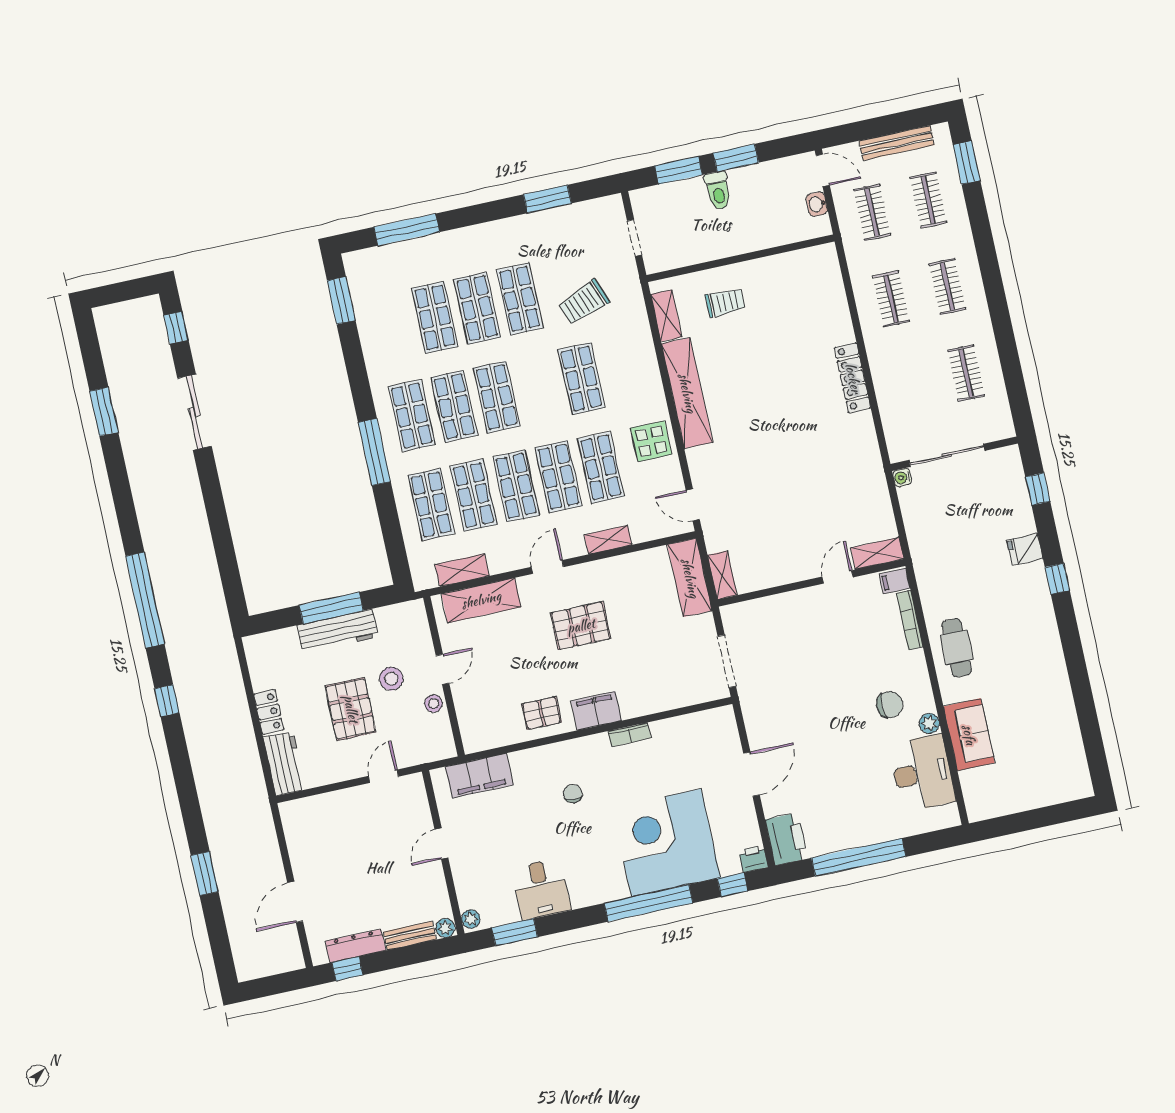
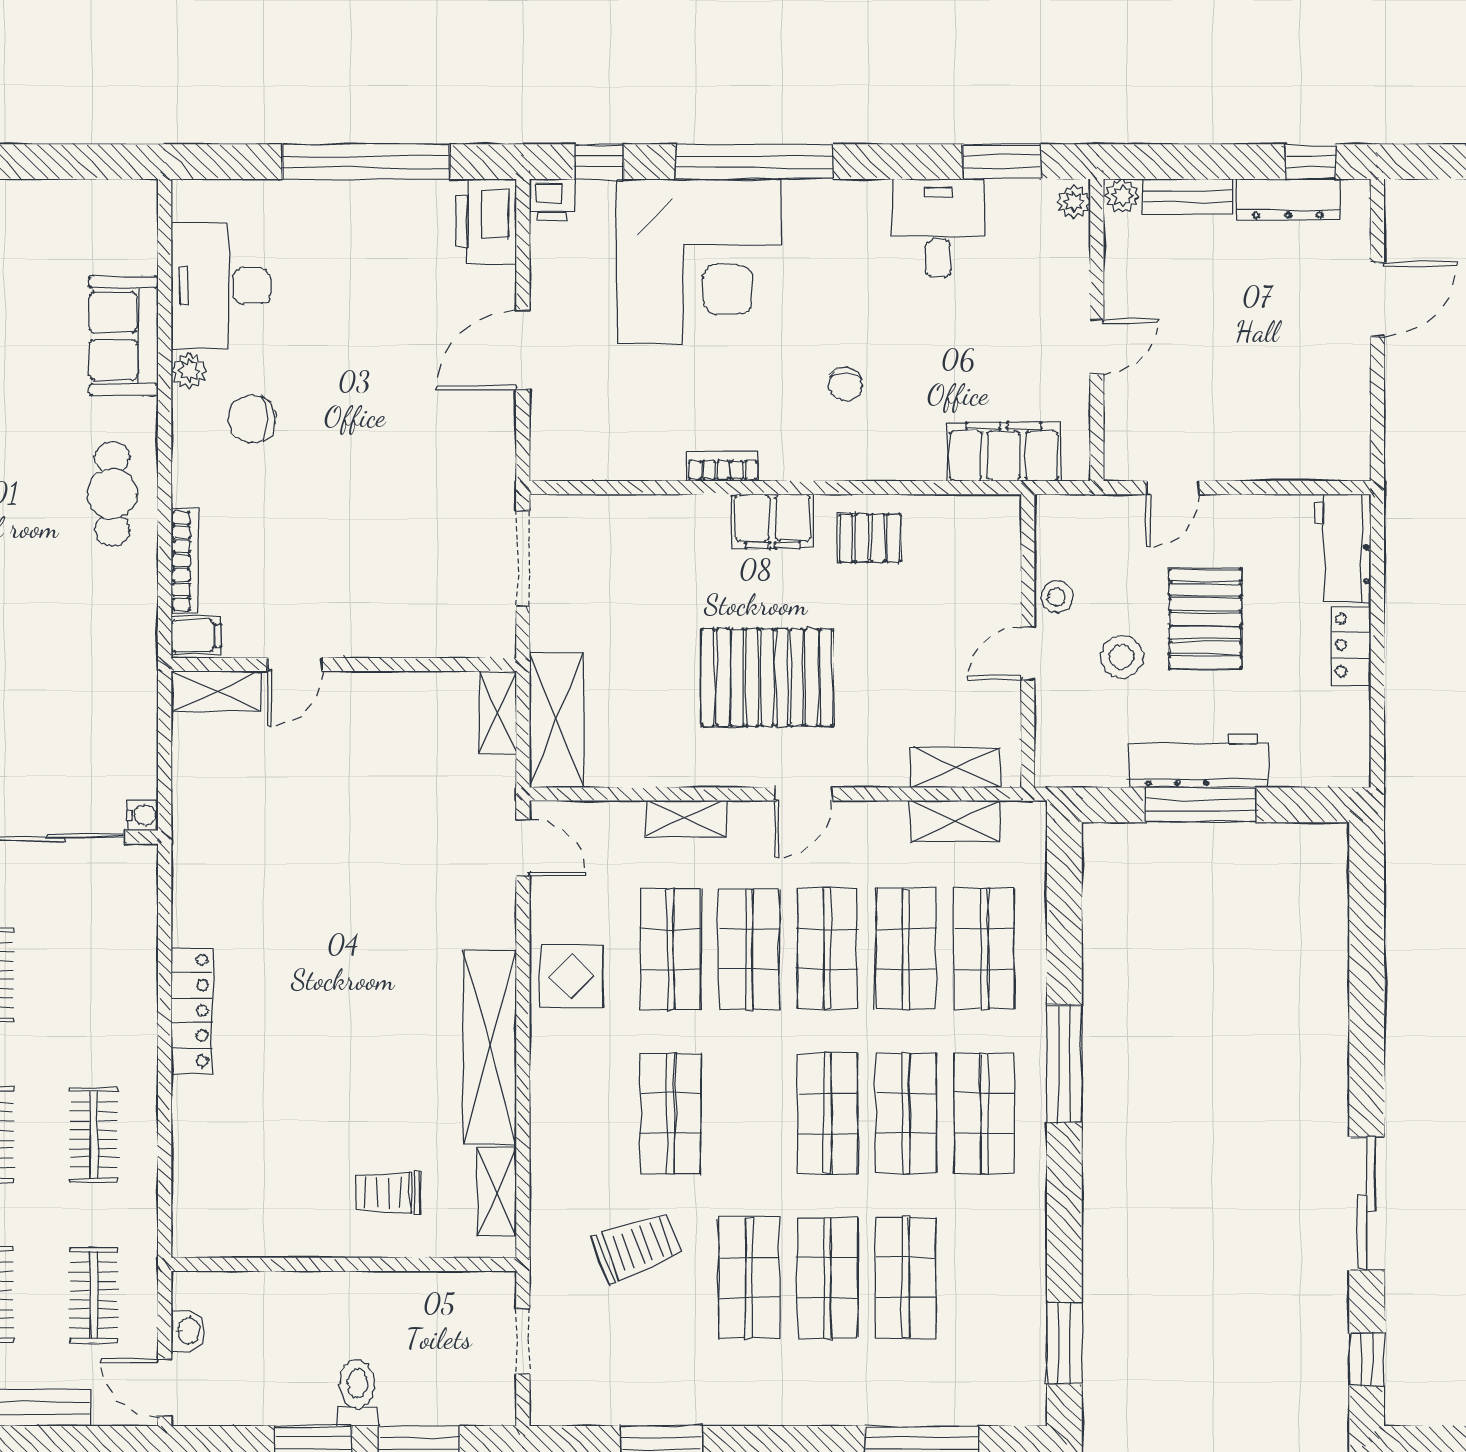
shelving: (481, 600) -> (956, 767), width x0.67, depth x0.75
pallet: (581, 626) -> (767, 677), width x1.37, depth x1.41

